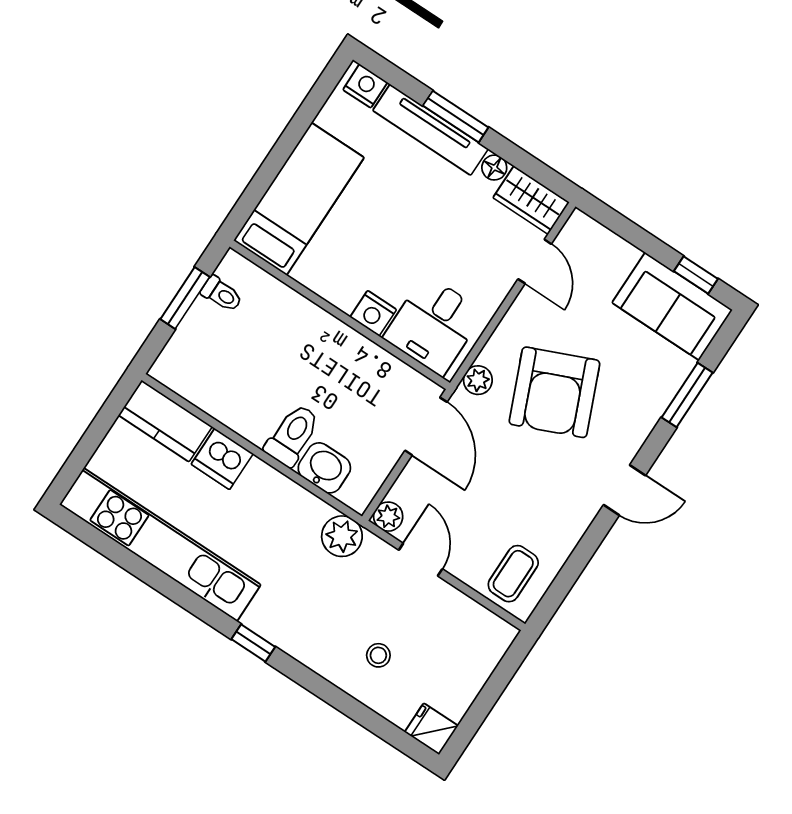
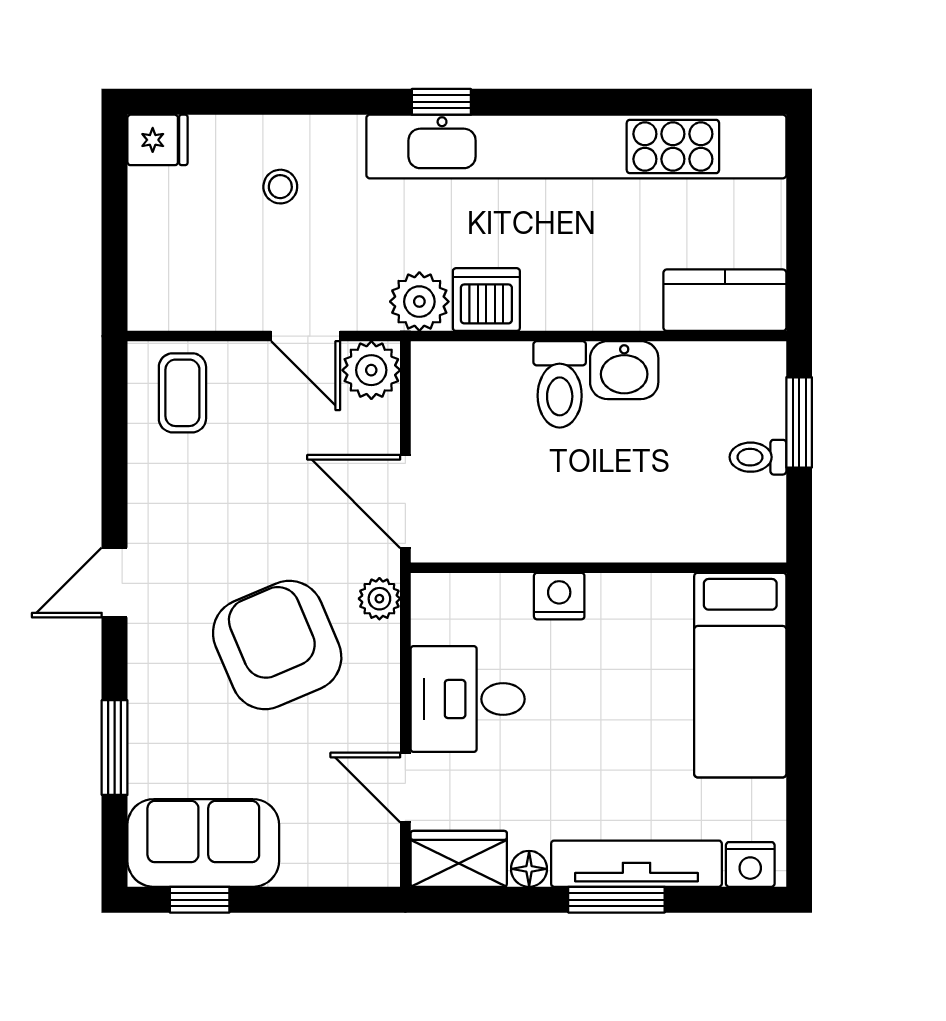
toilet: (222, 294) -> (758, 457), moved
window: (185, 298) -> (799, 422), moved
desk: (434, 325) -> (468, 699), moved, turned -90
dishwasher: (222, 459) -> (486, 300), moved
washbasin: (324, 468) -> (624, 370), moved
plant: (388, 517) -> (371, 370), width x1.38, depth x1.38
kitchen unit: (160, 545) -> (576, 147), width x1.36

